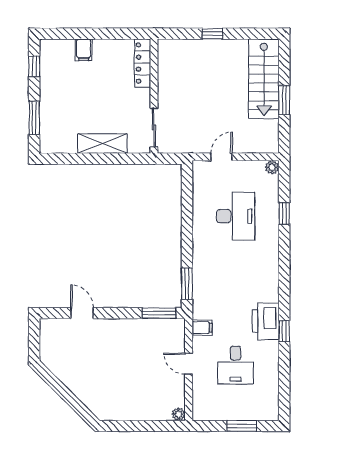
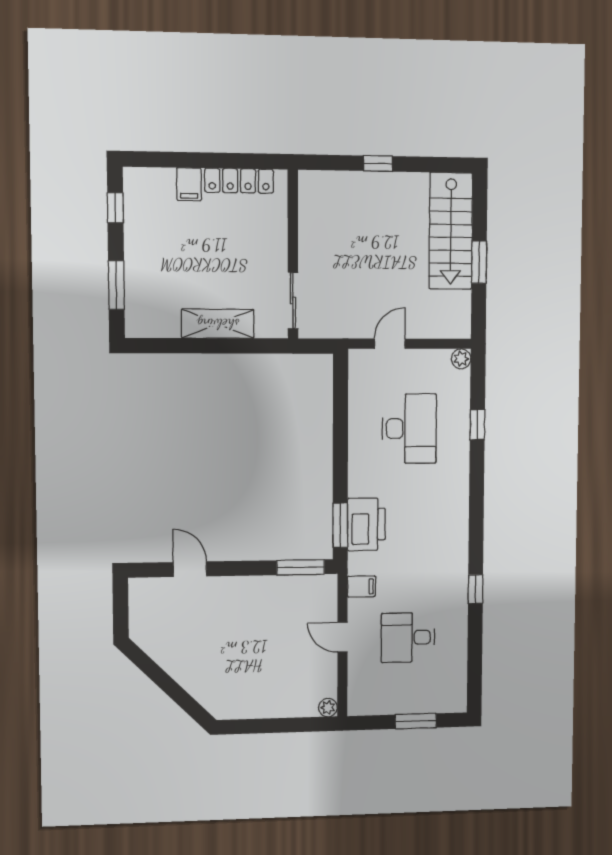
locker: (143, 63) -> (239, 181), moved, turned -90
printer: (266, 321) -> (366, 524), moved, turned 180
desk: (236, 365) -> (408, 638), turned 90

